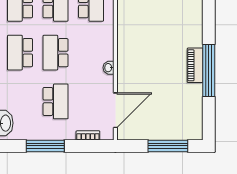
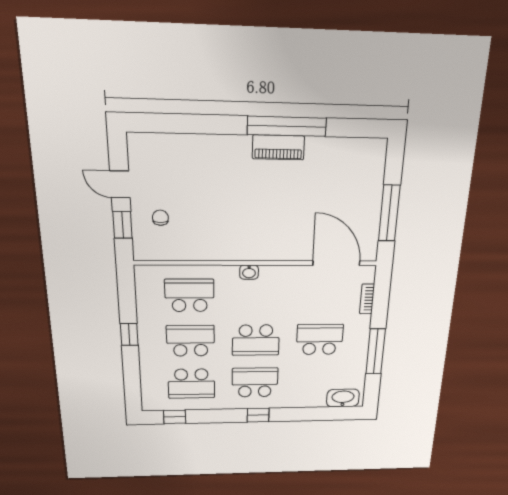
school desk: (20, 53) -> (255, 382), turned 180
washbasin: (109, 68) -> (249, 272), moved
window: (168, 146) -> (389, 213), moved

